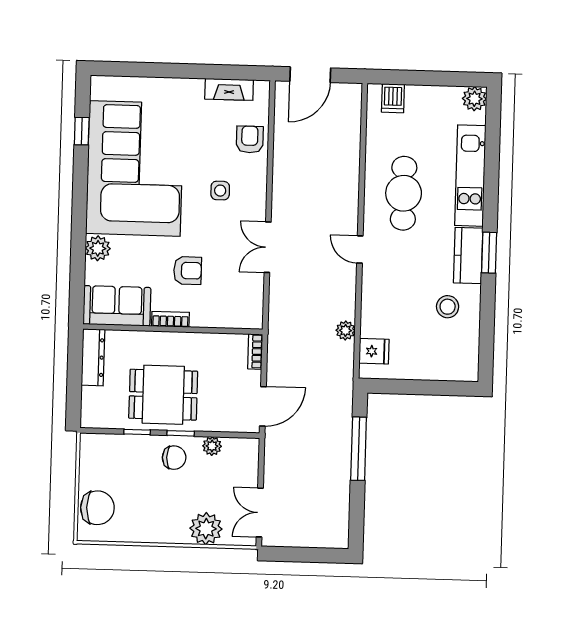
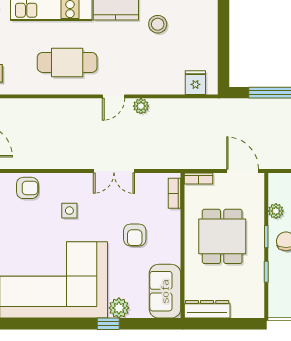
window: (82, 131) -> (108, 324), moved
armchair: (250, 139) -> (27, 188), turned 180
armchair: (188, 271) -> (135, 235), turned 180
bookcase: (170, 319) -> (175, 193), moved
plant: (345, 330) -> (141, 106), moved
dining table: (163, 395) -> (222, 236), moved

